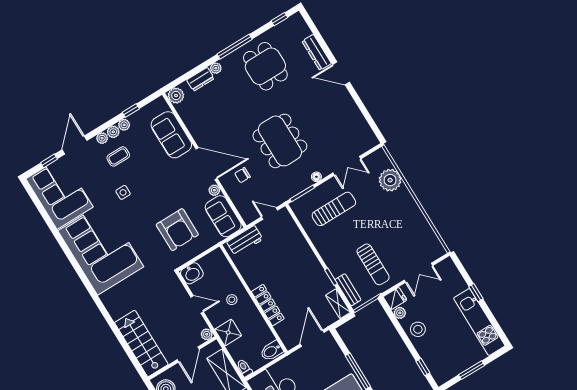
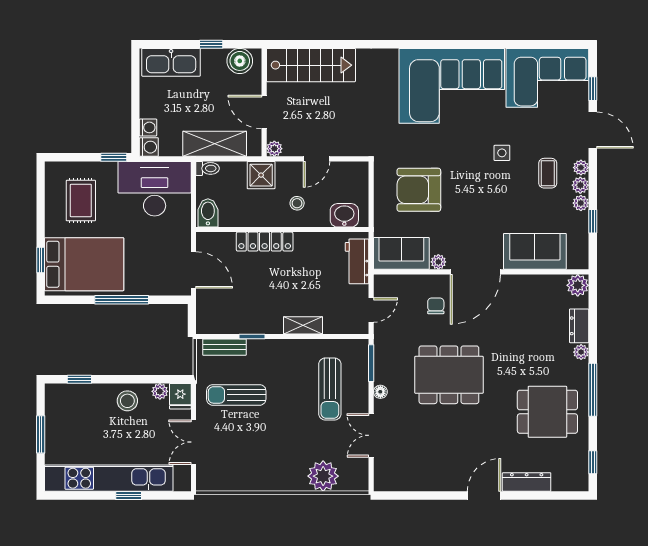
washbasin: (192, 273) -> (344, 215), moved, turned 90
shelving: (338, 304) -> (303, 325), moved
kitchen unit: (479, 322) -> (109, 478), width x1.36

